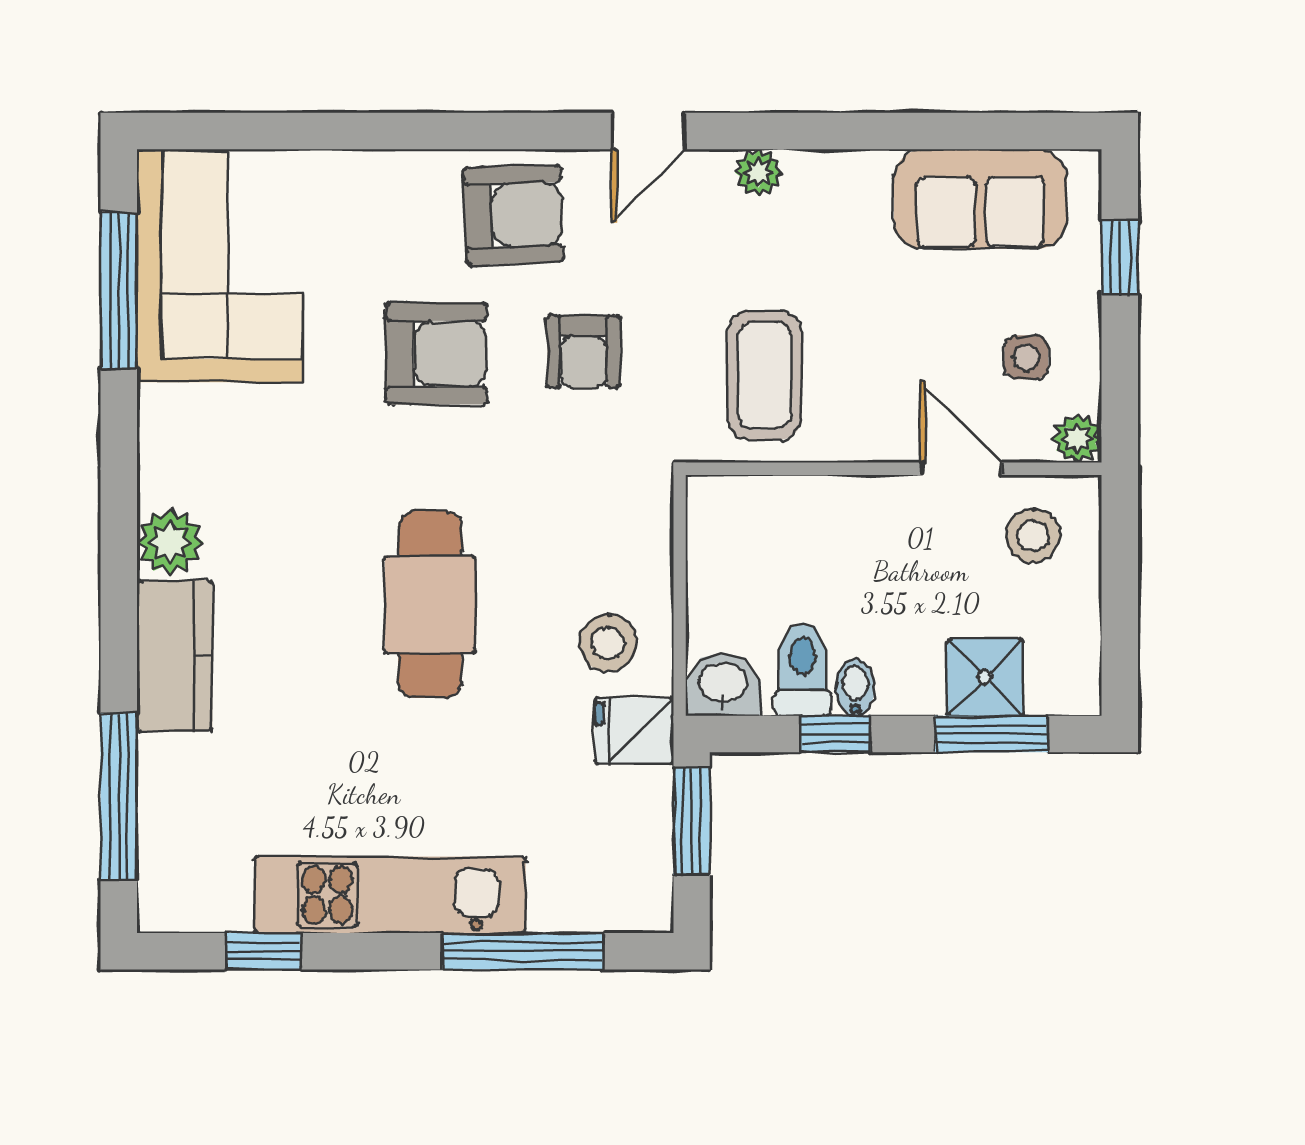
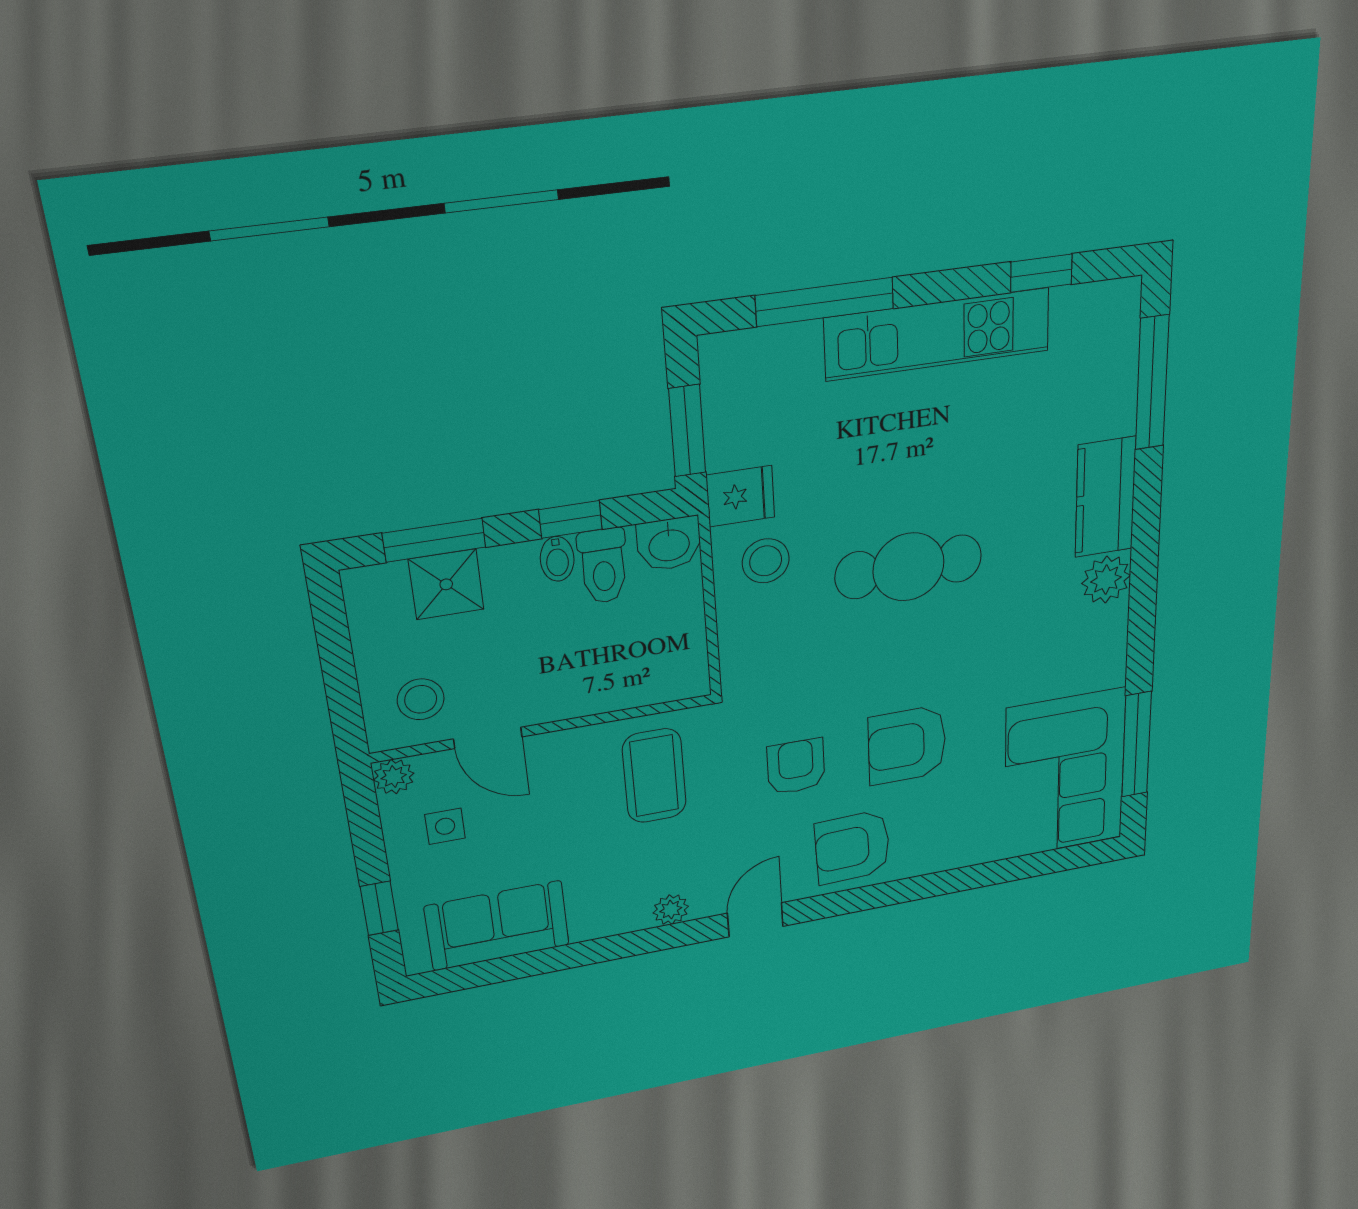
cafe table: (430, 604) -> (909, 567), turned 90

